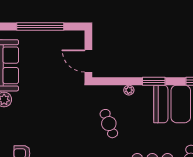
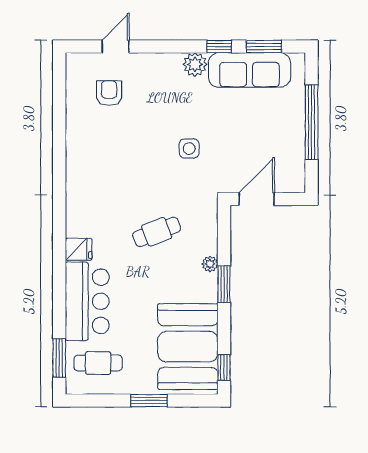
window: (154, 81) -> (224, 284), moved
side table: (57, 103) -> (189, 148), added

